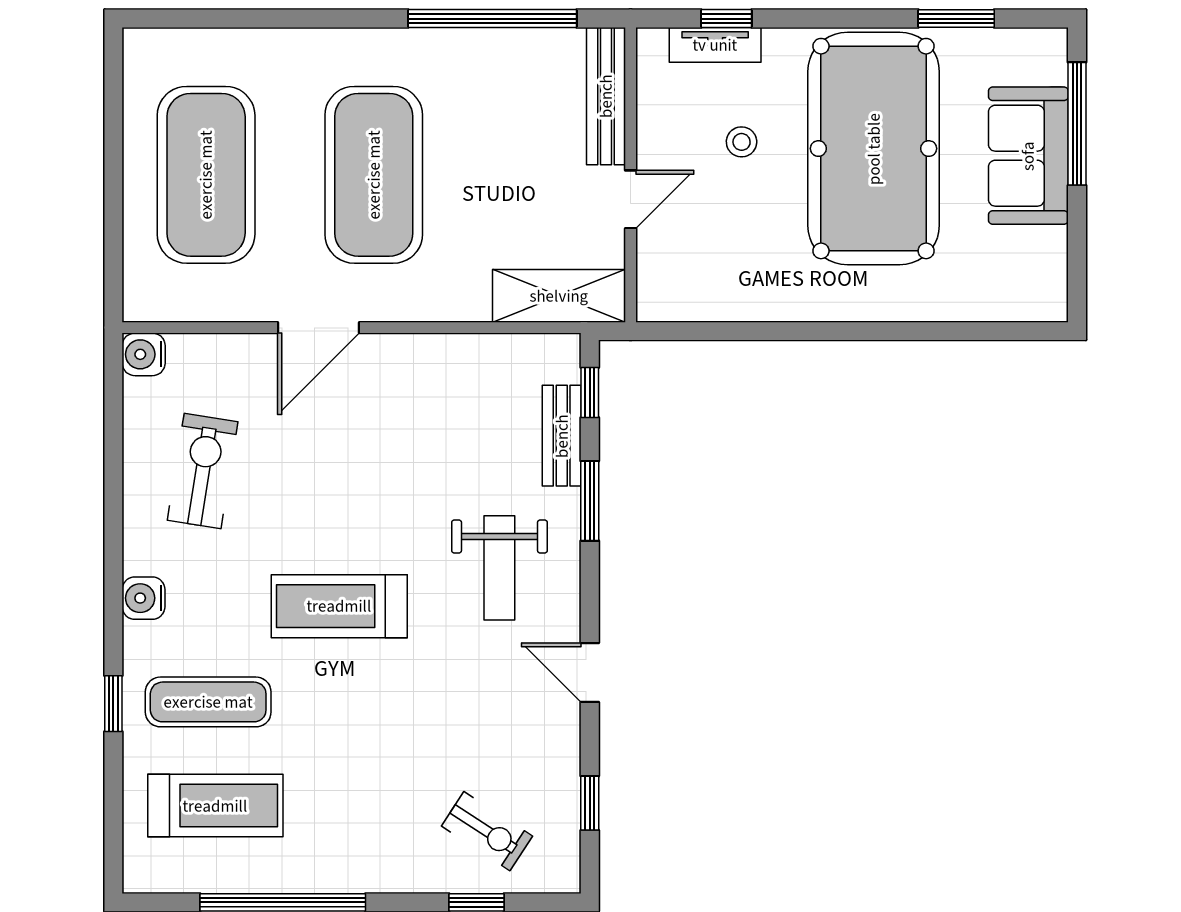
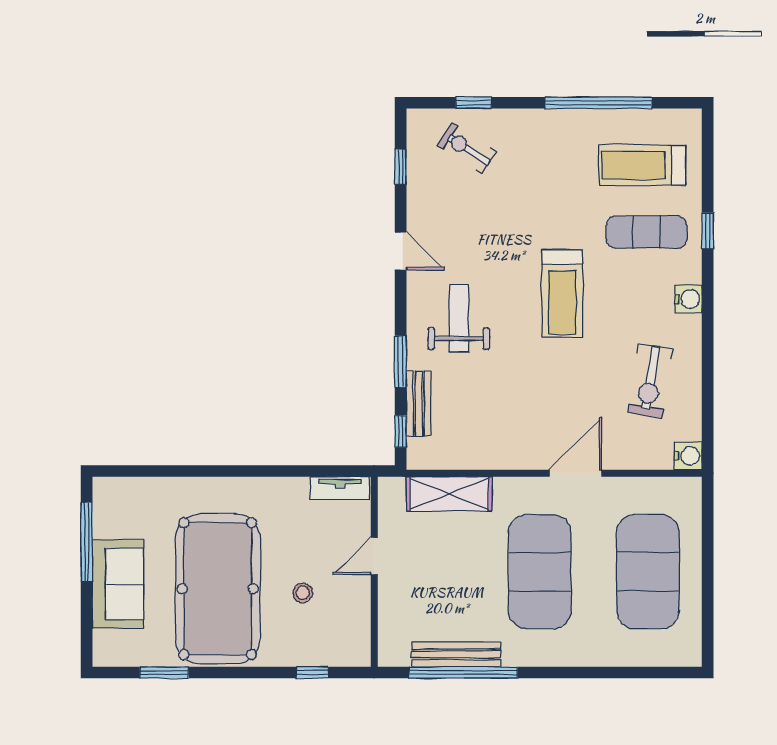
tv unit: (715, 45) -> (340, 488), moved, turned 180
bench: (606, 96) -> (456, 654), moved, turned 90
window: (1077, 124) -> (87, 542), moved
shelving: (559, 296) -> (449, 494), moved
treadmill: (339, 606) -> (562, 294), turned 90

